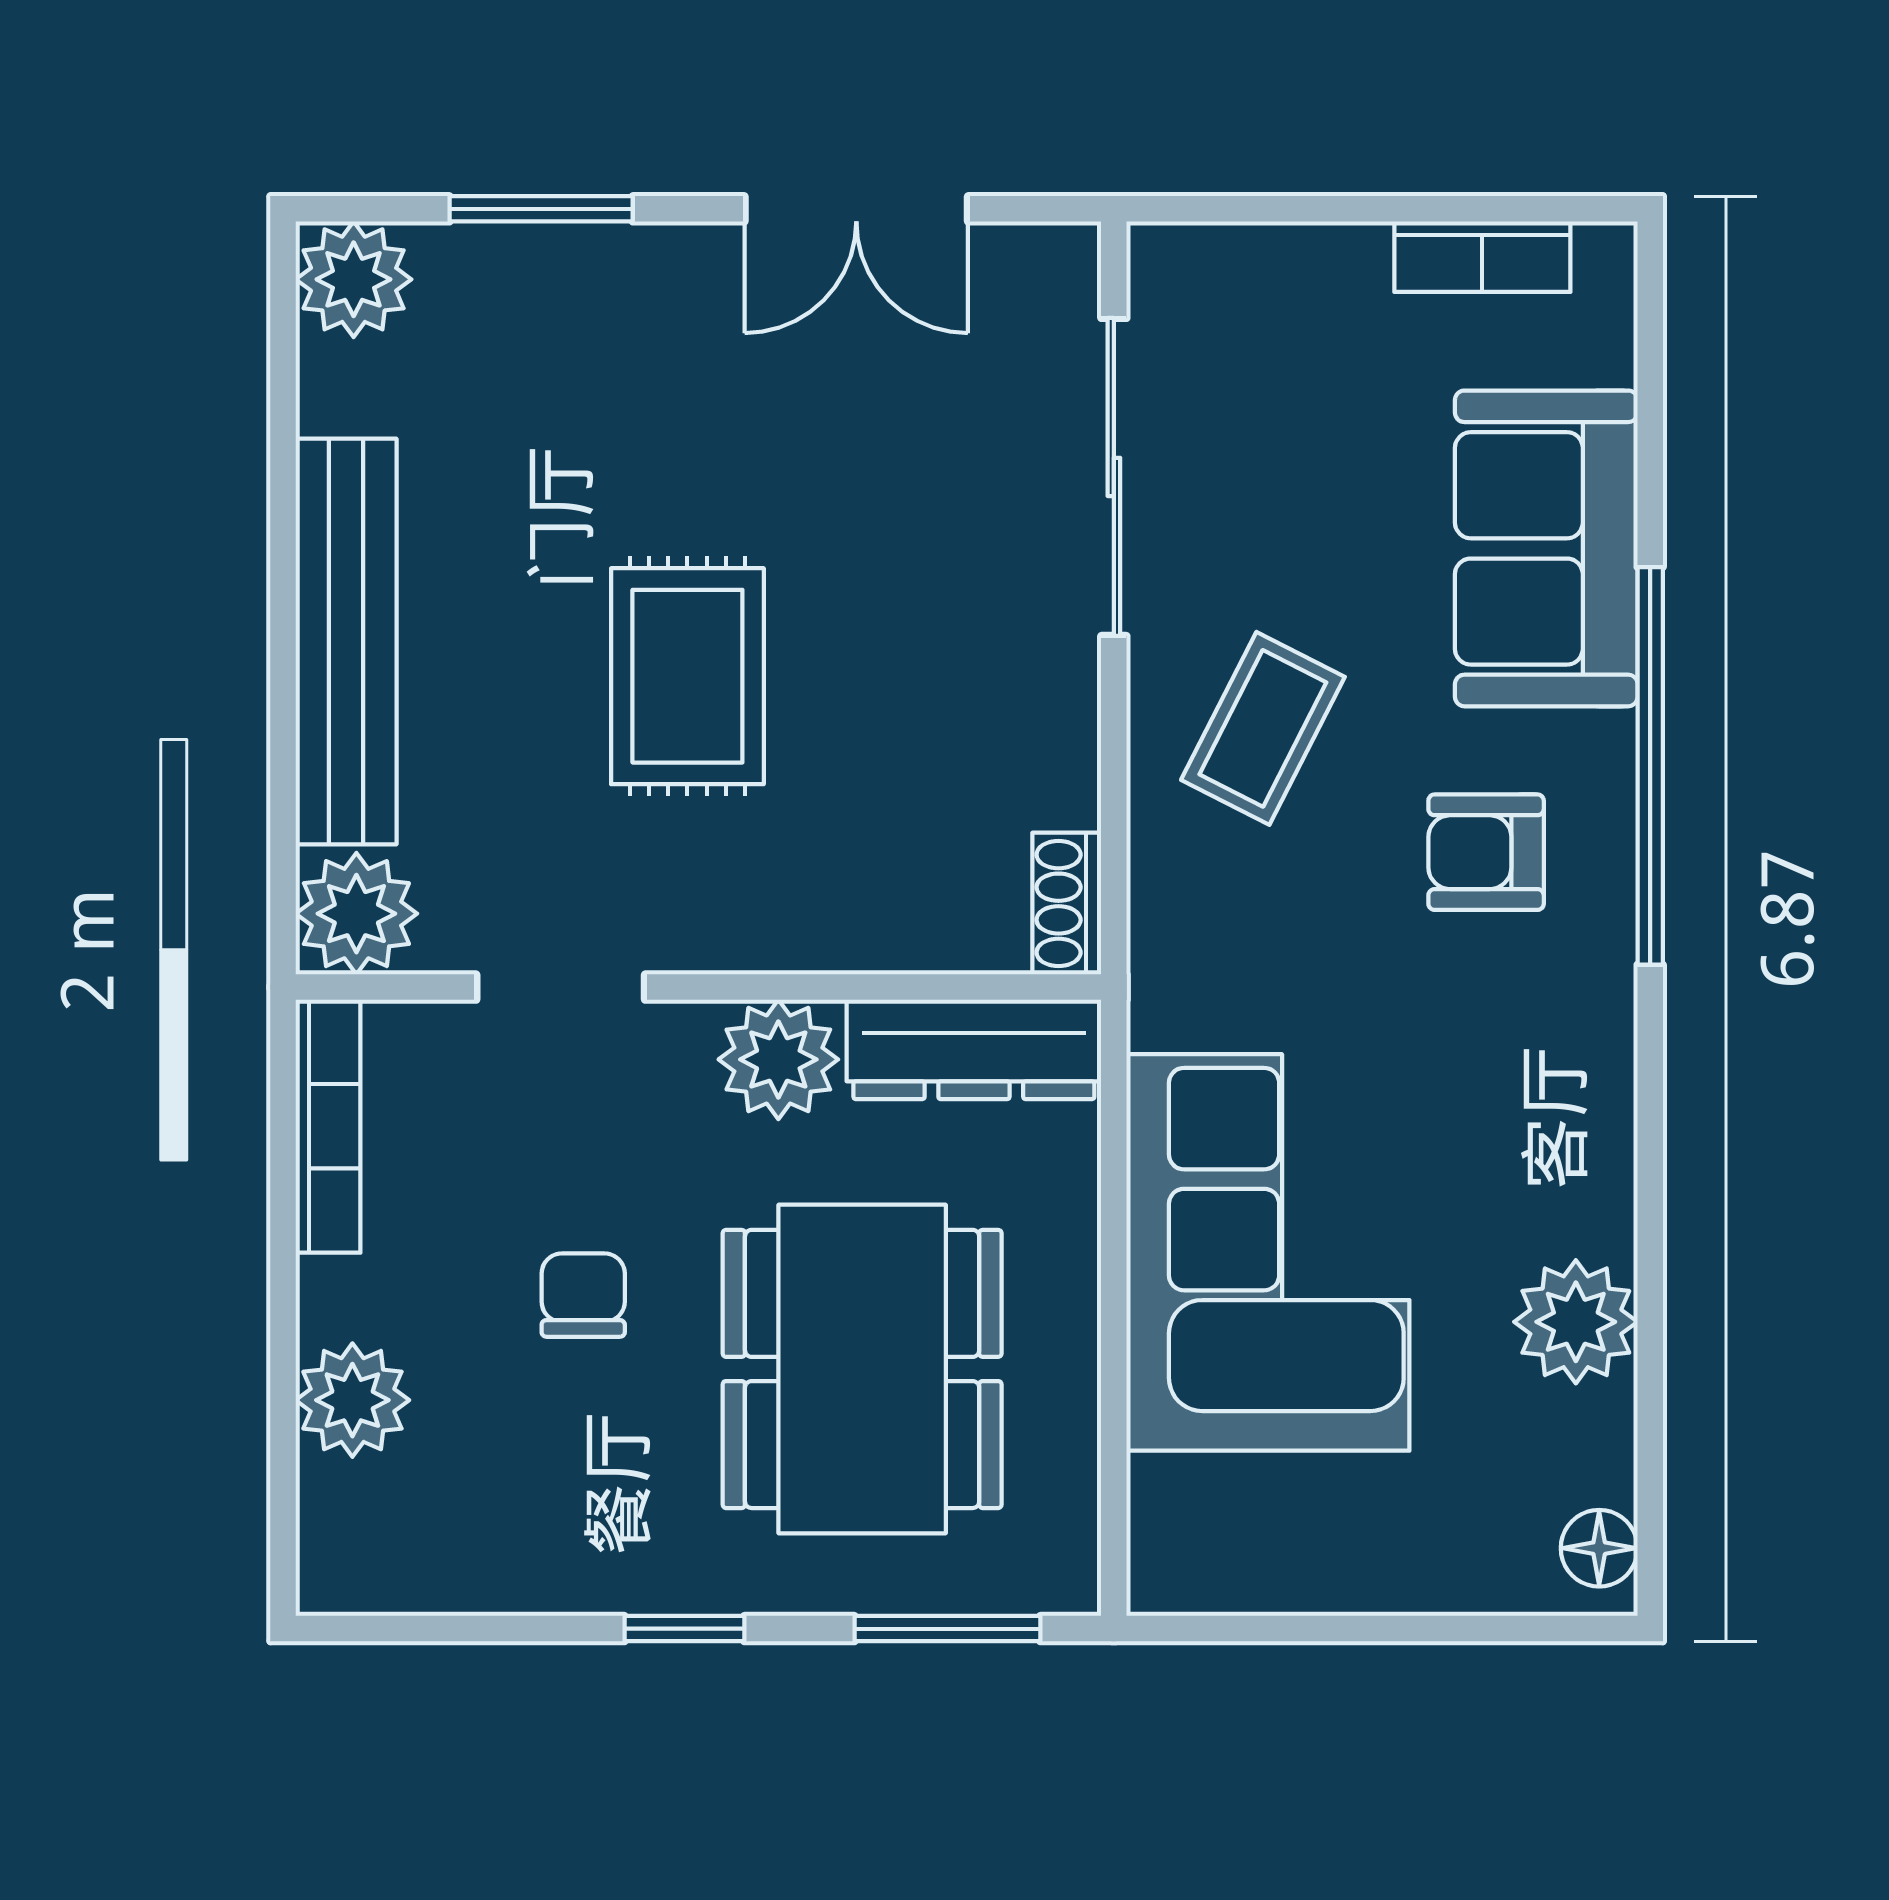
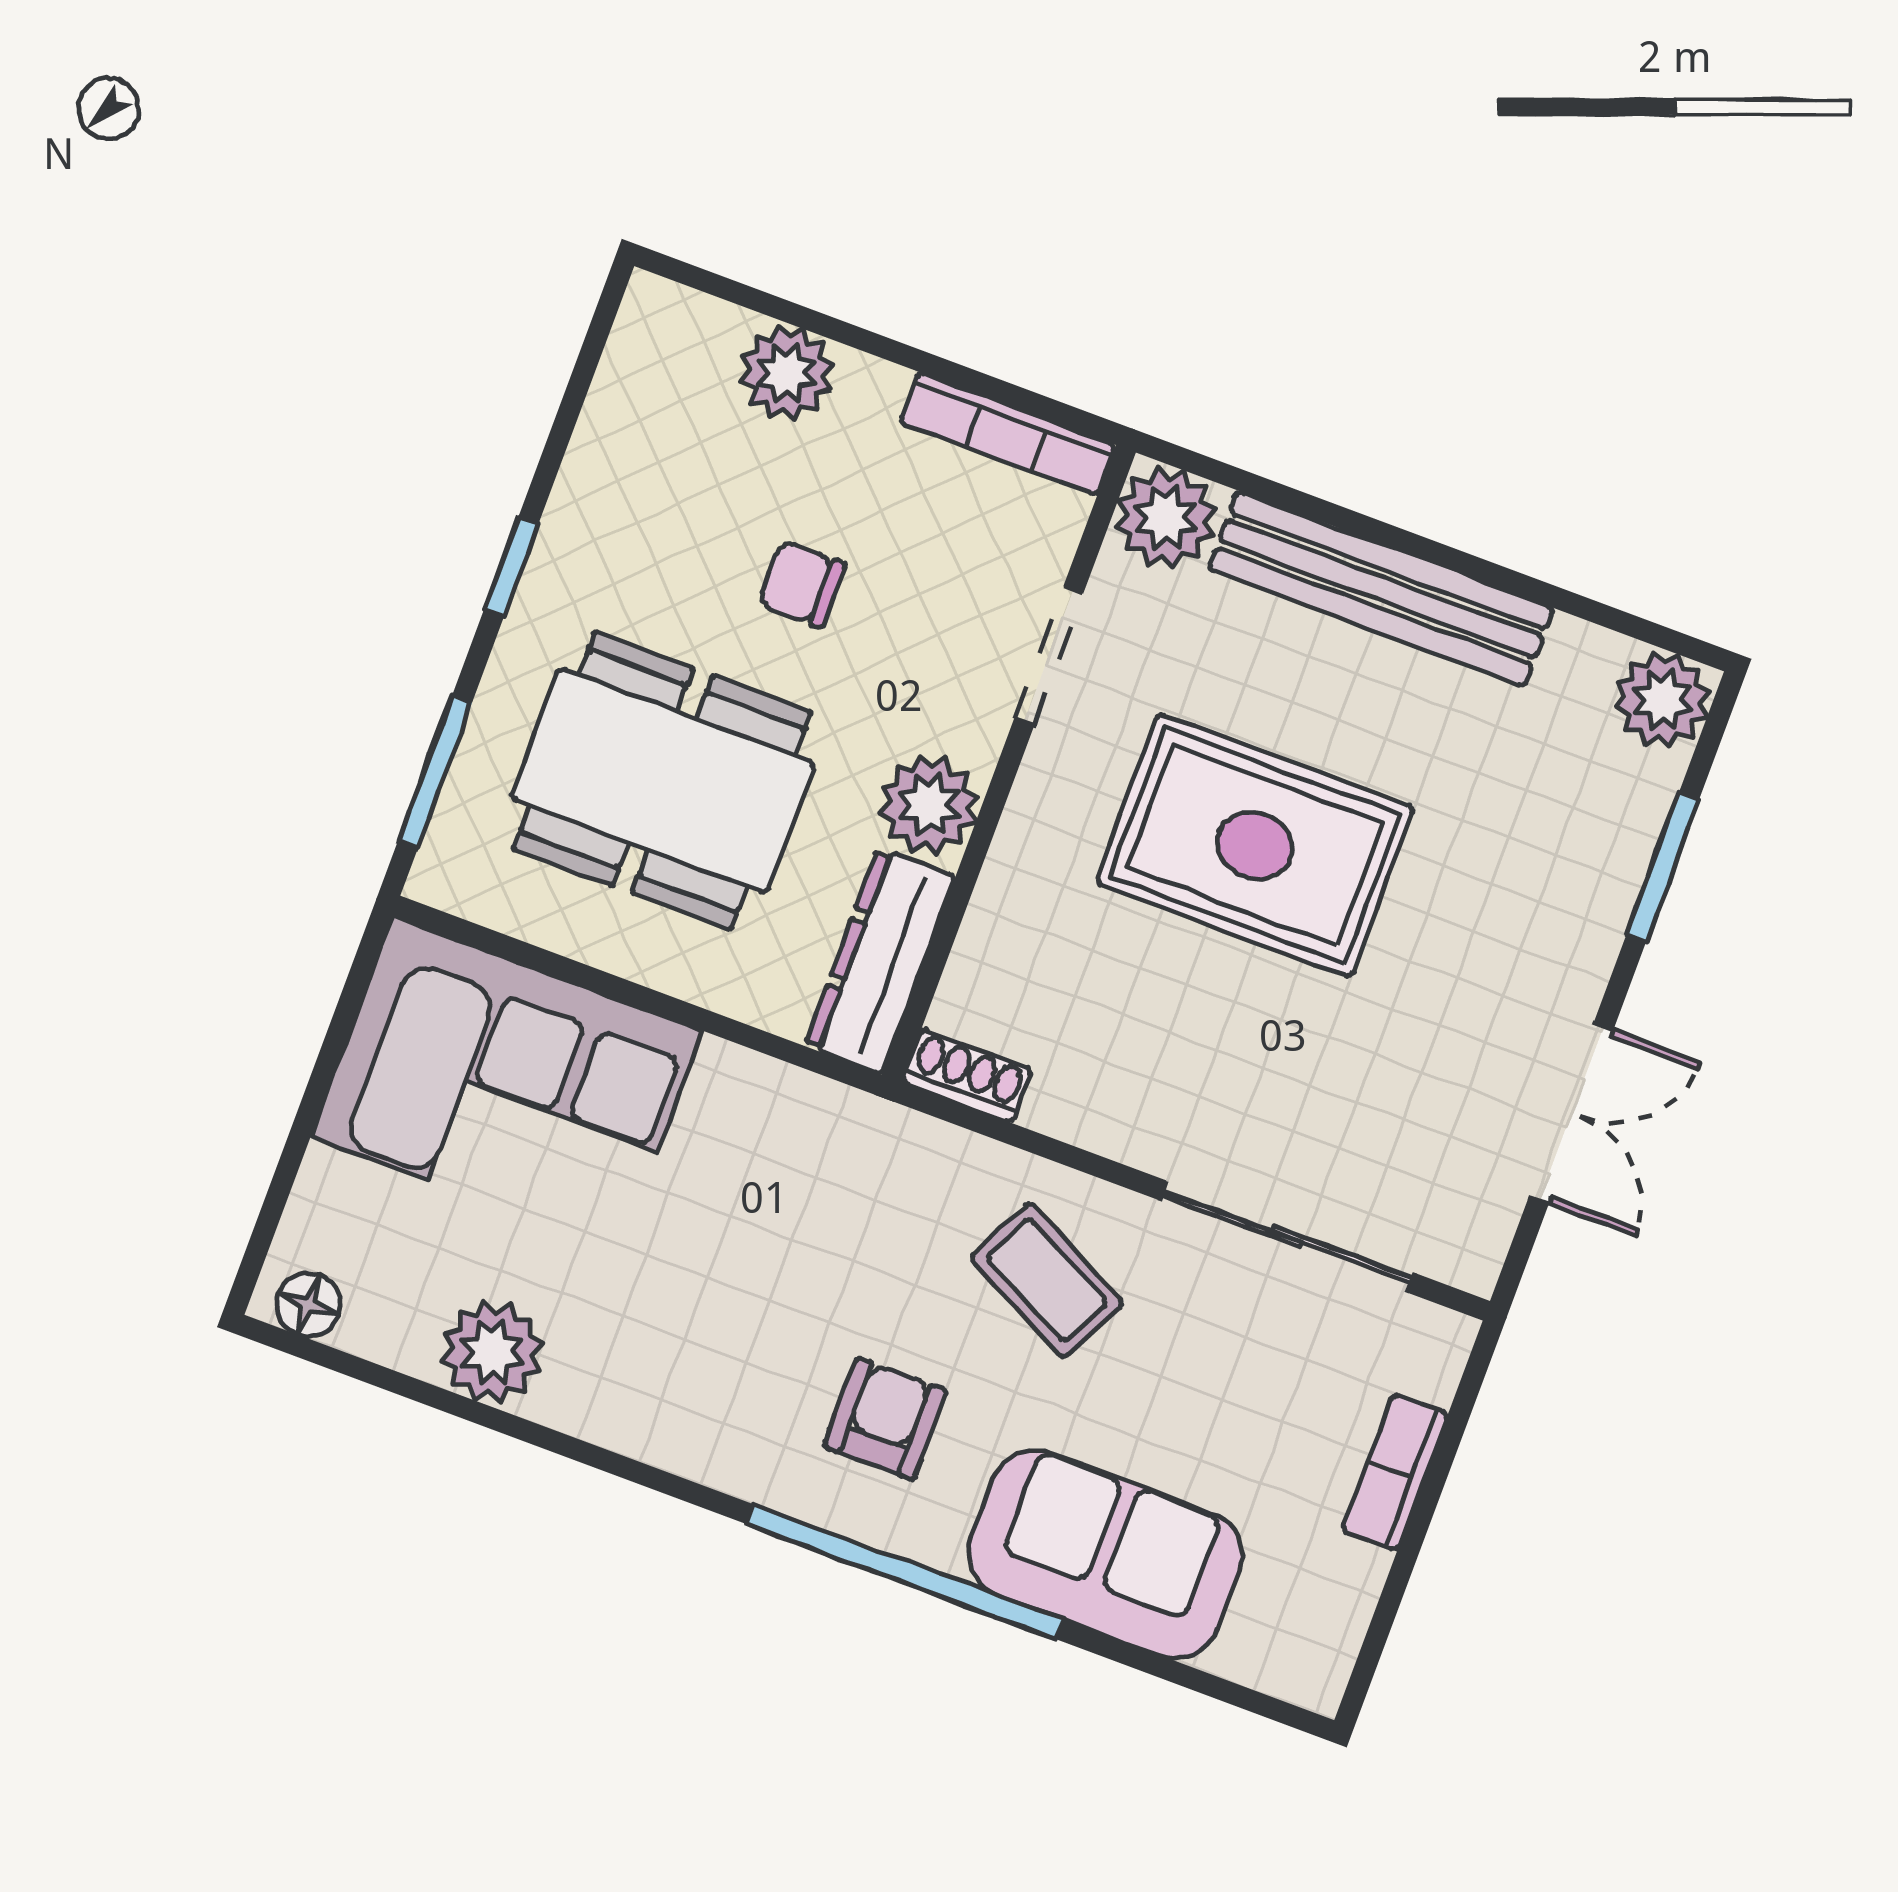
double door: (856, 209) -> (1571, 1113), swing flipped
bookcase: (1482, 257) -> (1395, 1472), moved
rug: (687, 676) -> (1255, 845), width x1.36, depth x1.43
corner sofa: (1268, 1252) -> (507, 1084), moved
chair: (583, 1295) -> (801, 584), turned 180

